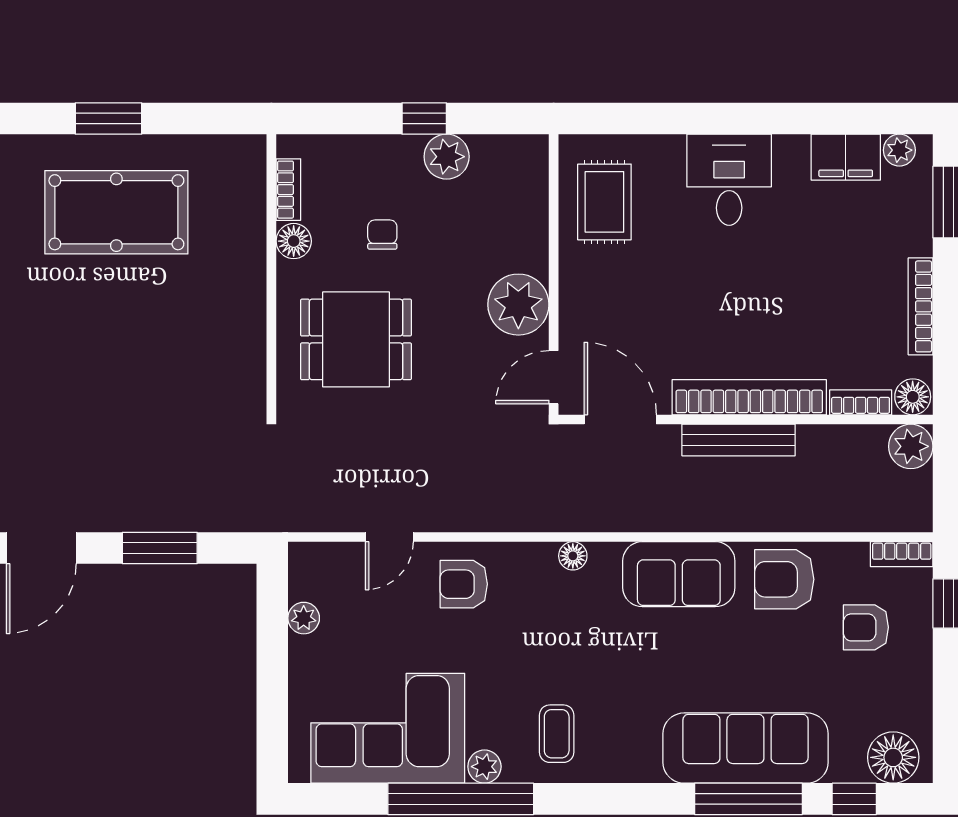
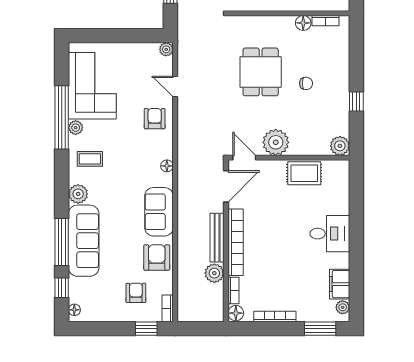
plant: (447, 157) -> (340, 146), moved
bookcase: (288, 190) -> (326, 21), moved
rug: (604, 202) -> (304, 173), moved
floor lamp: (294, 241) -> (303, 23), moved
wall: (271, 274) -> (289, 13), moved
plant: (911, 446) -> (214, 273), moved
plant: (304, 618) -> (166, 49), moved
floor lamp: (893, 757) -> (74, 310), width x0.53, depth x0.53
plant: (638, 761) -> (78, 194), added

